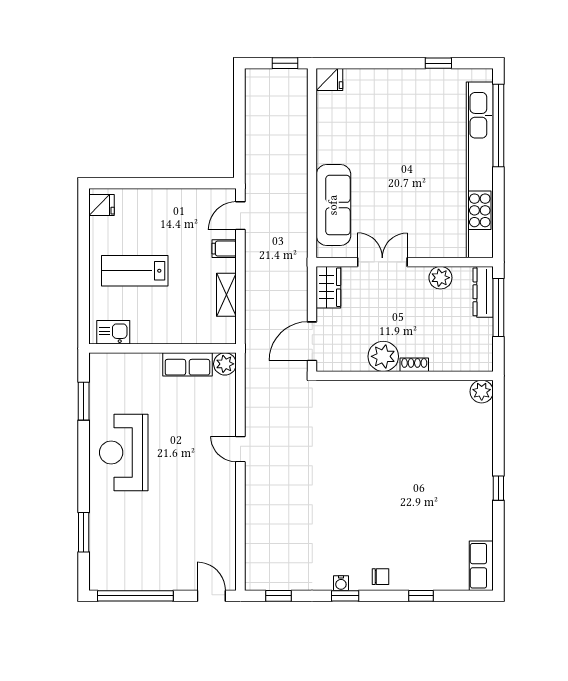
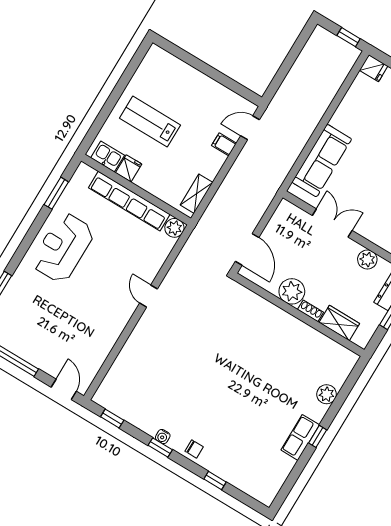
fridge: (102, 205) -> (129, 168), moved, turned -90
wardrobe: (328, 287) -> (339, 323), moved, turned -90
shelving: (226, 295) -> (197, 194), moved
door: (312, 341) -> (247, 249), swing flipped
row of seats: (187, 364) -> (129, 201), width x2.02
plant: (482, 392) -> (327, 394), moved
row of seats: (481, 566) -> (300, 437), moved

